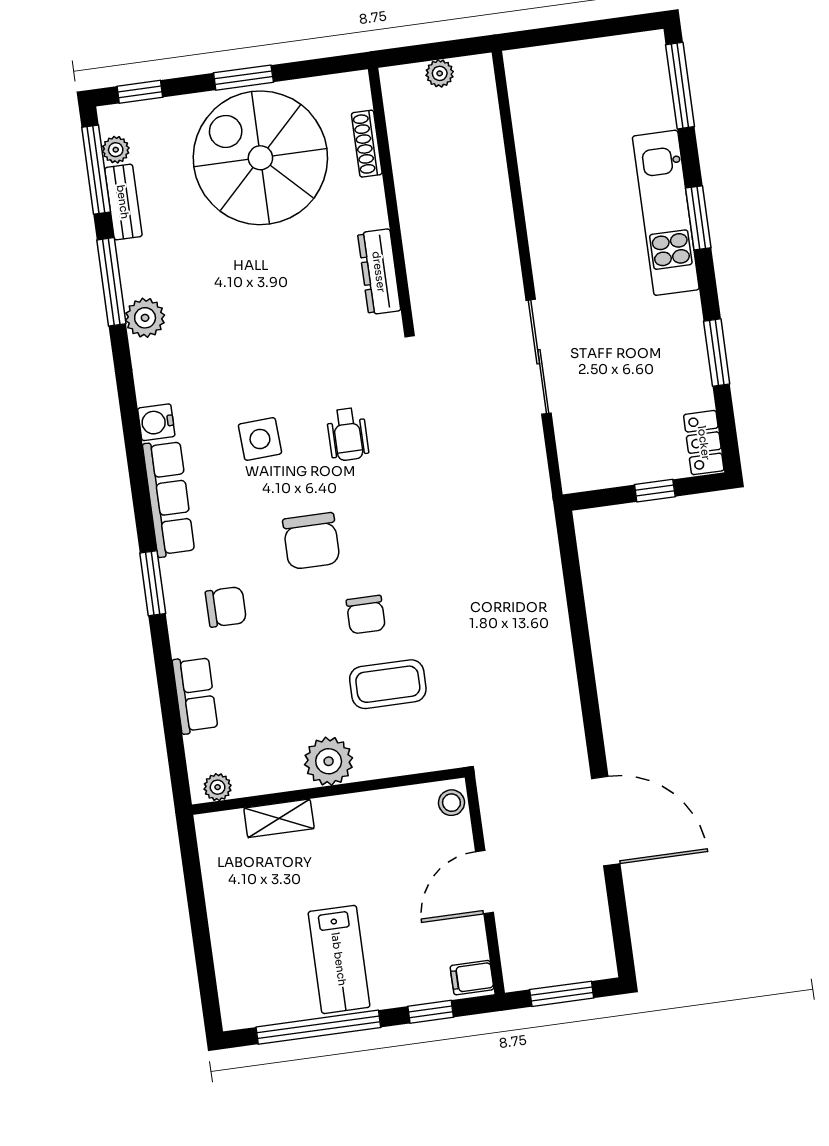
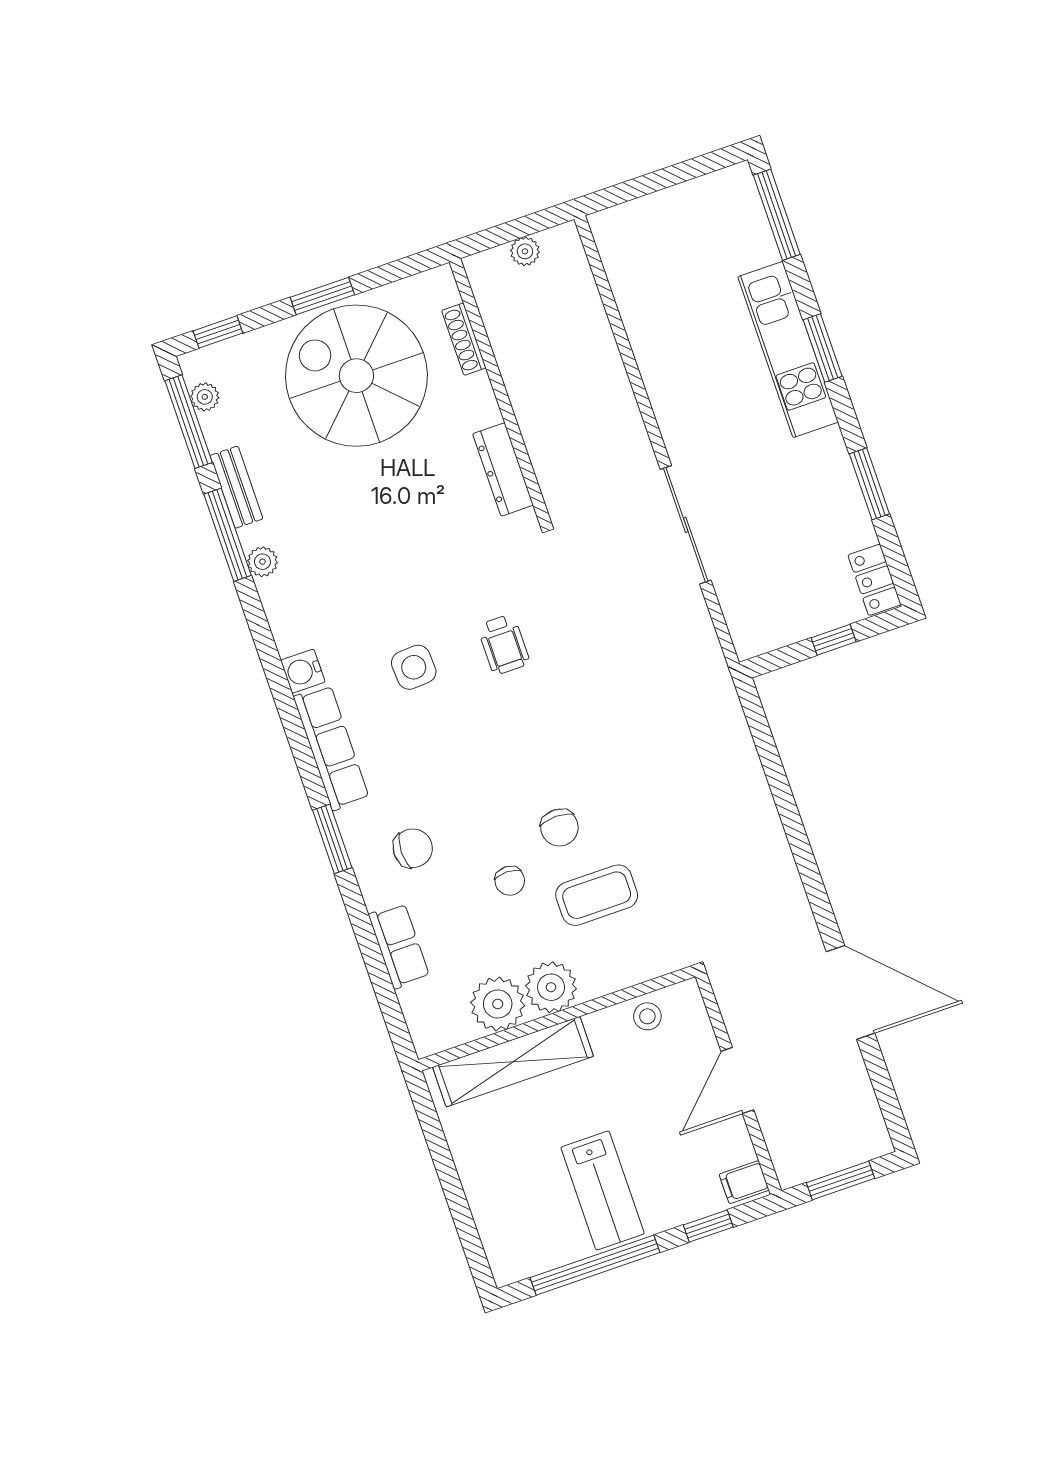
bench: (123, 202) -> (236, 487), moved
plant: (145, 318) -> (262, 562), width x0.73, depth x0.73
chair: (311, 541) -> (510, 881), moved, width x0.54, depth x0.54
plant: (218, 787) -> (498, 1004), moved, width x1.87, depth x1.87
stool: (451, 803) -> (647, 1016), moved
shelving: (279, 818) -> (513, 1062), width x2.20, depth x1.33

